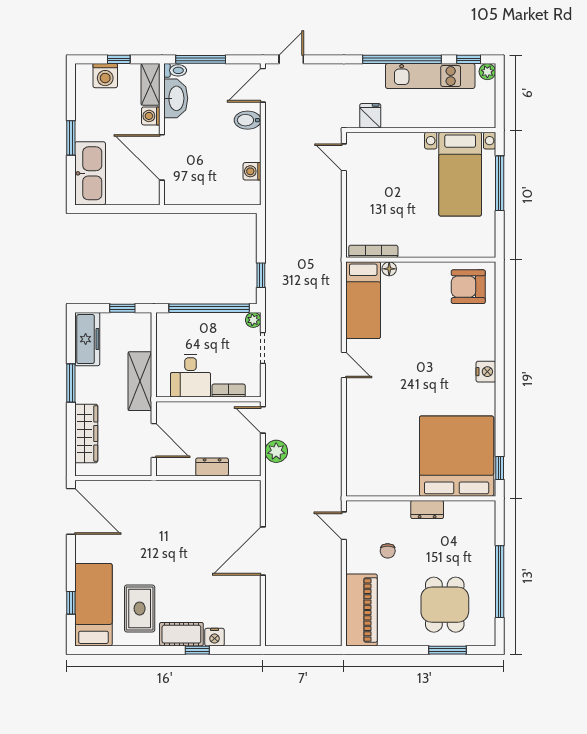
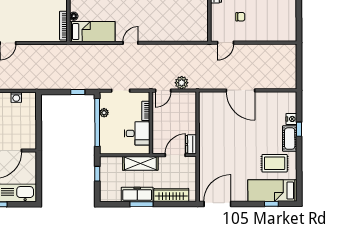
plant: (253, 320) -> (104, 113), moved
freezer: (87, 339) -> (137, 194), moved
dresser: (212, 467) -> (191, 144), moved
piano: (362, 610) -> (275, 32), removed

